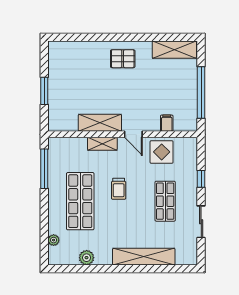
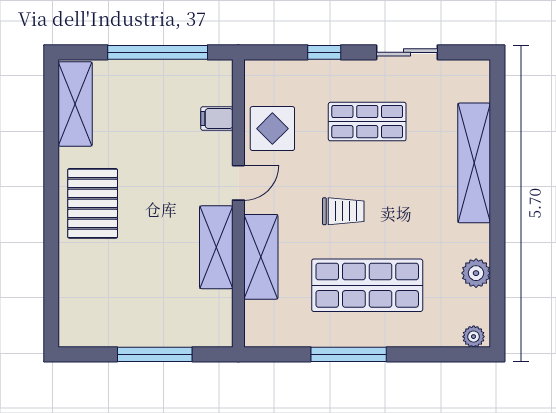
pallet: (123, 59) -> (93, 203), width x1.50, depth x1.42
window: (44, 91) -> (155, 354), width x1.44
shelving: (102, 144) -> (261, 257), width x1.50, depth x1.33
window: (44, 169) -> (349, 354), moved
plant: (54, 240) -> (474, 337), moved

